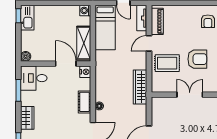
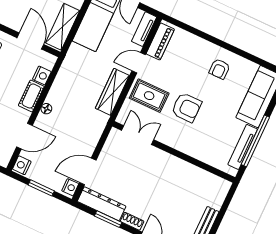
nightstand: (85, 72) -> (42, 75), moved
wardrobe: (140, 87) -> (112, 92), moved
double door: (190, 95) -> (138, 135), moved

